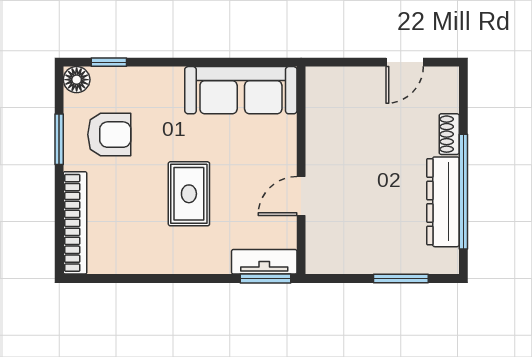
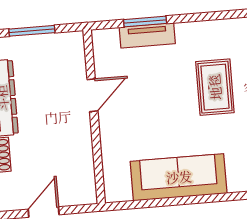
wall: (301, 170) -> (94, 117), moved
door: (301, 196) -> (92, 95), moved

